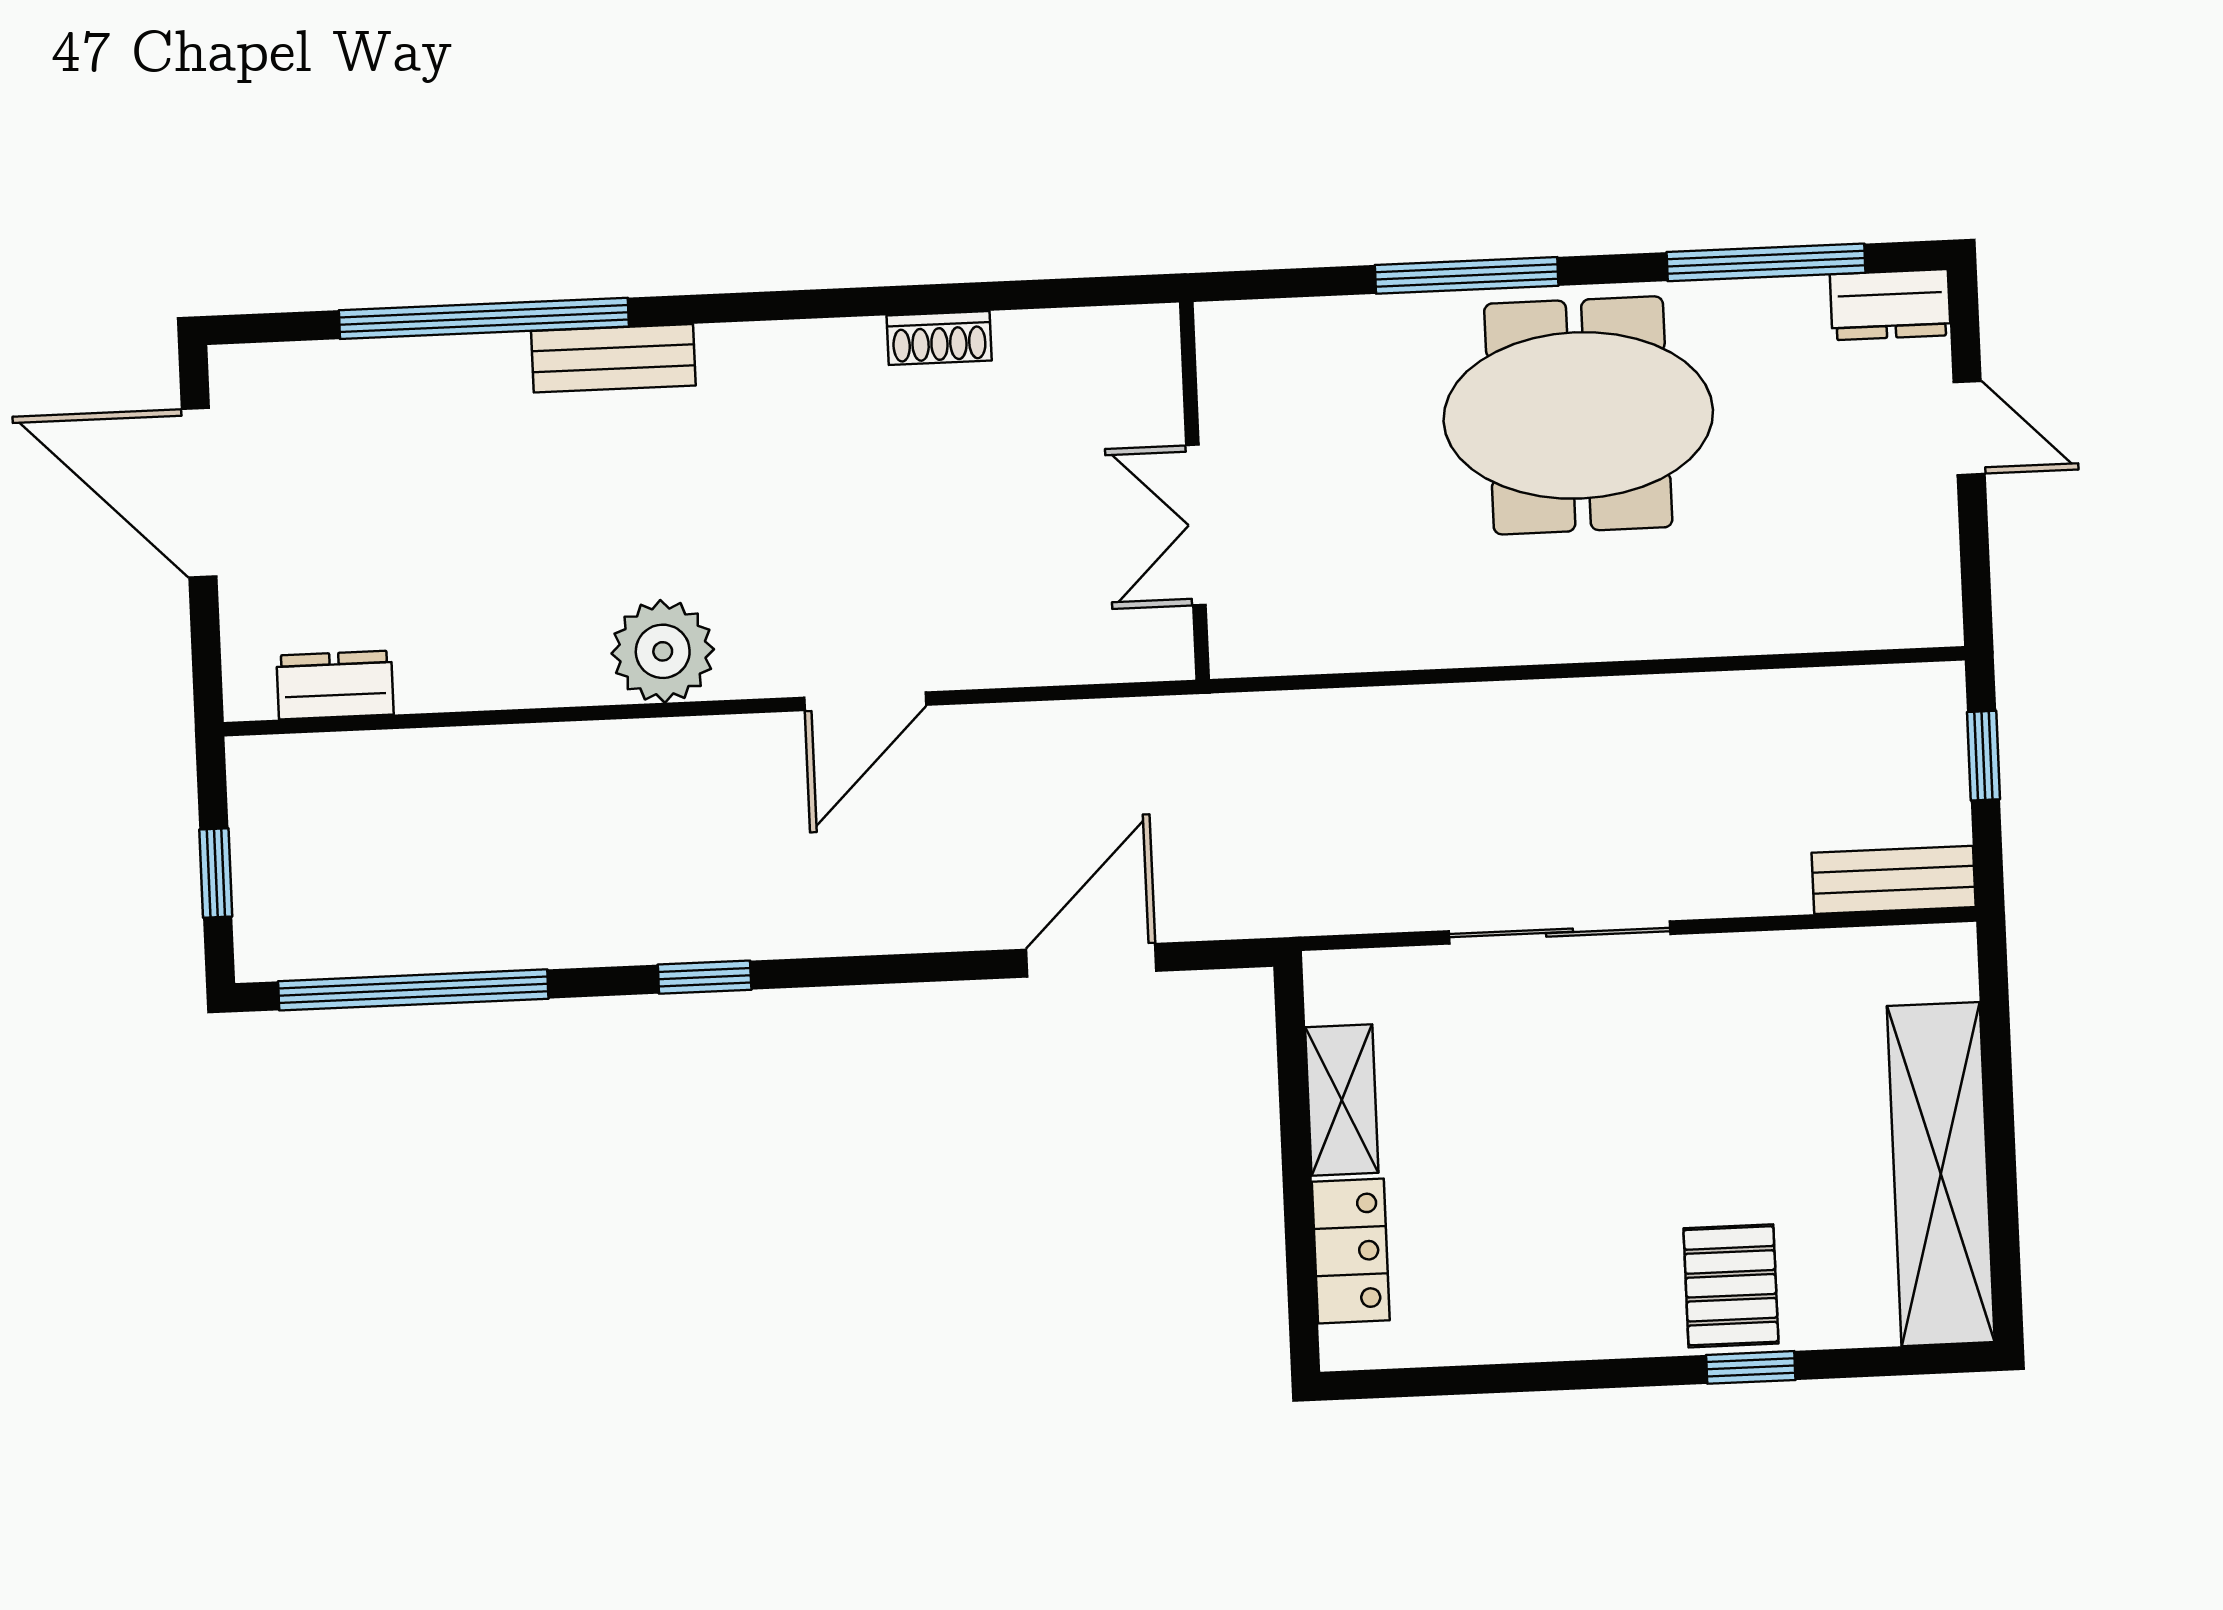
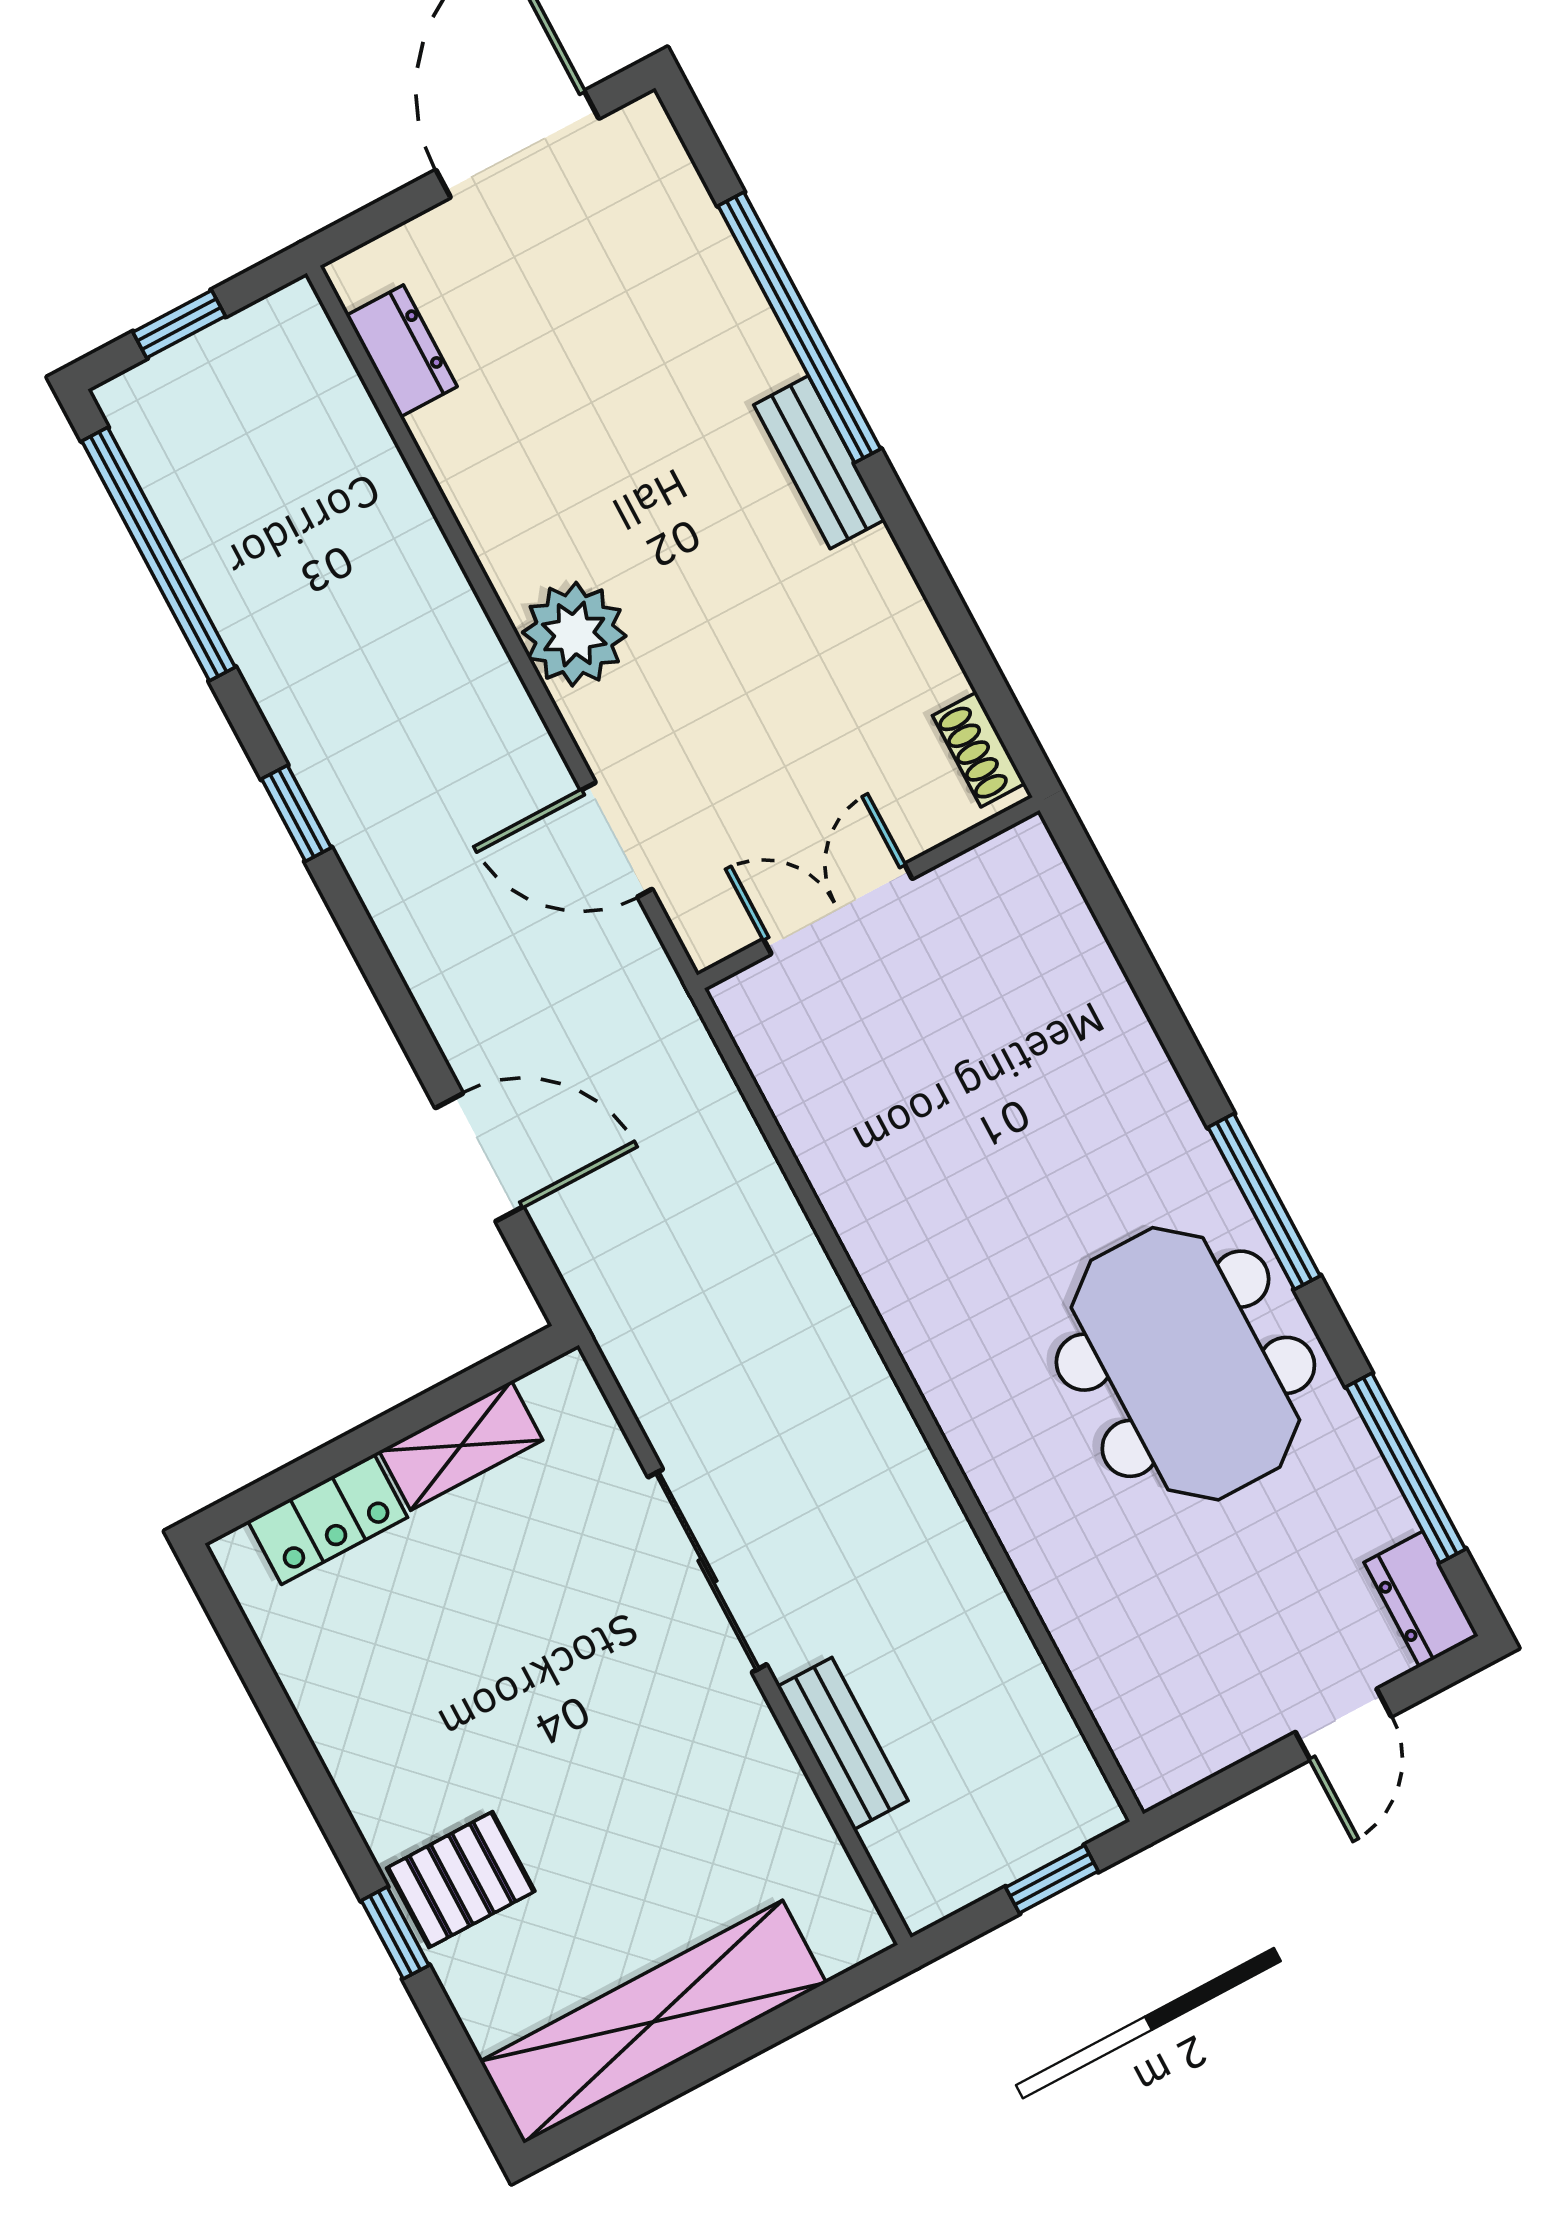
wall: (1194, 491) -> (868, 893), moved
double door: (1196, 525) -> (838, 909), moved
bench: (1894, 880) -> (843, 1744), moved

